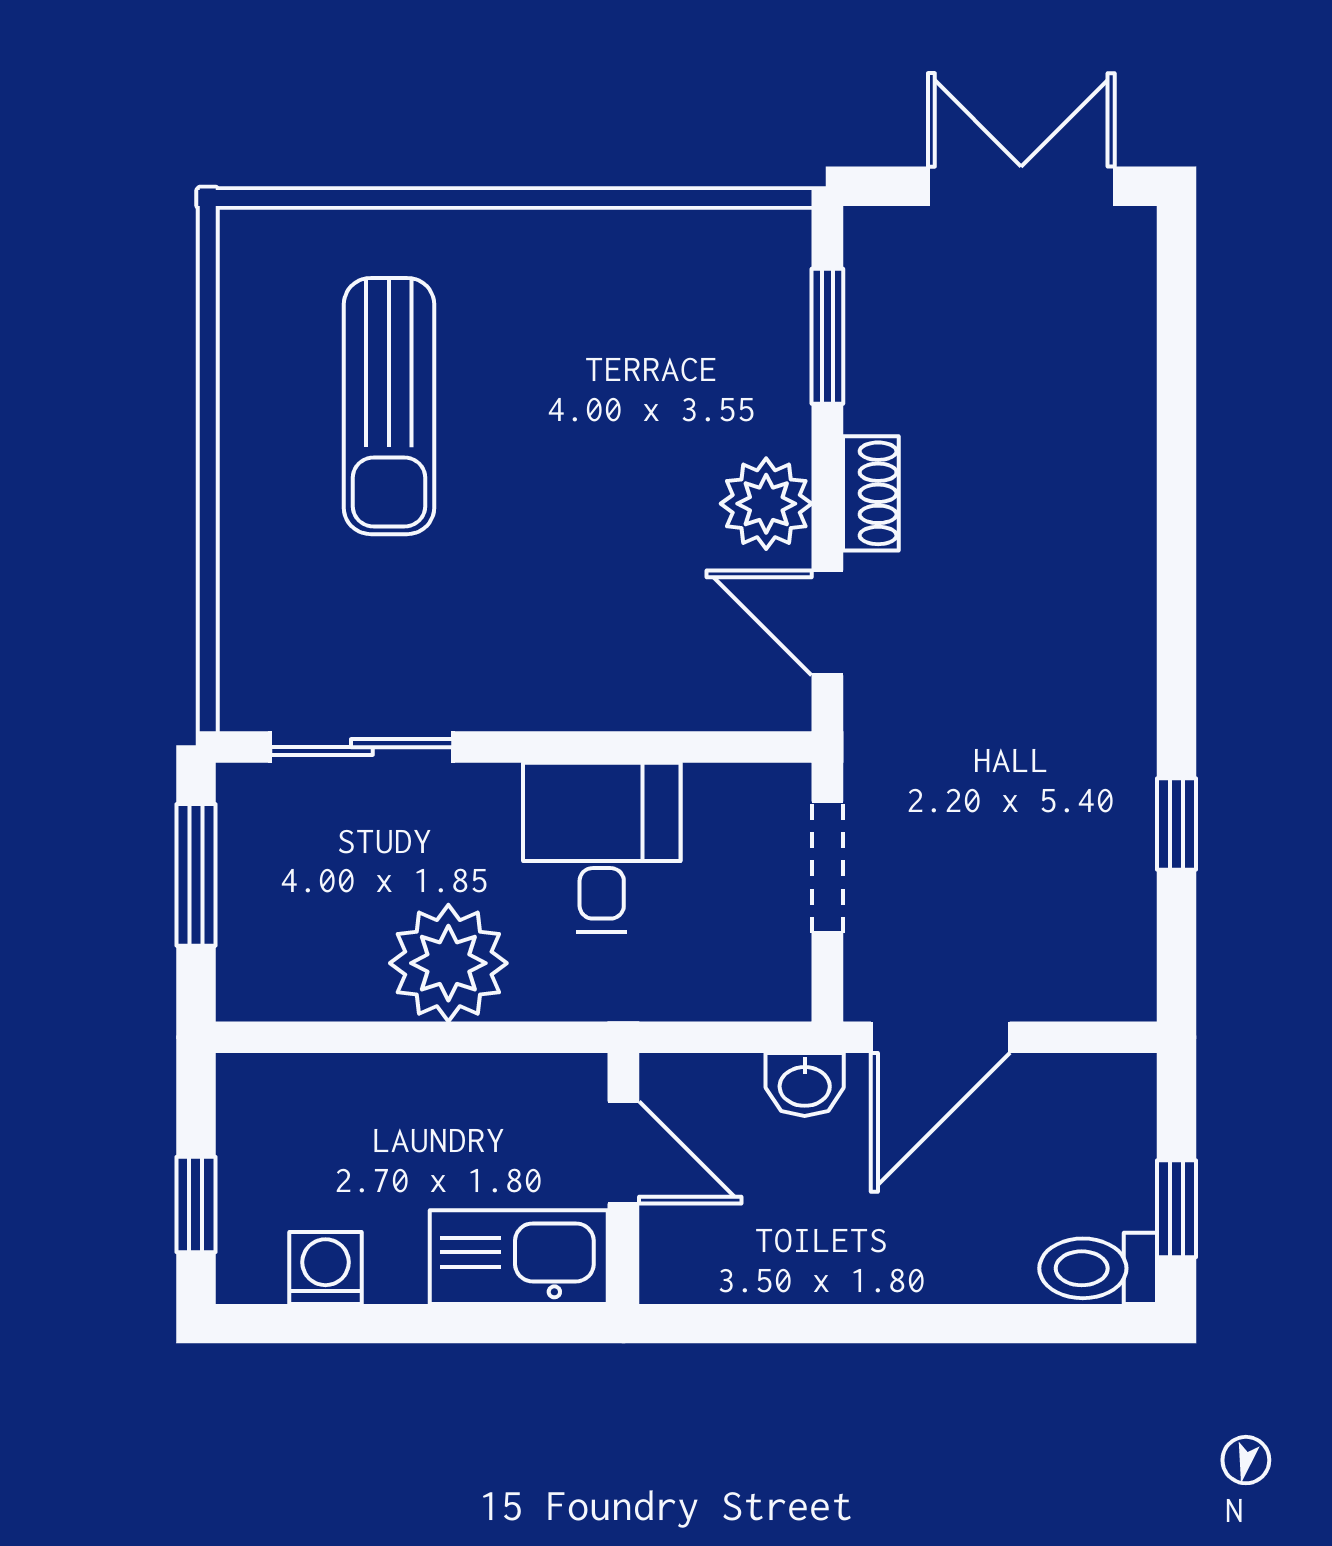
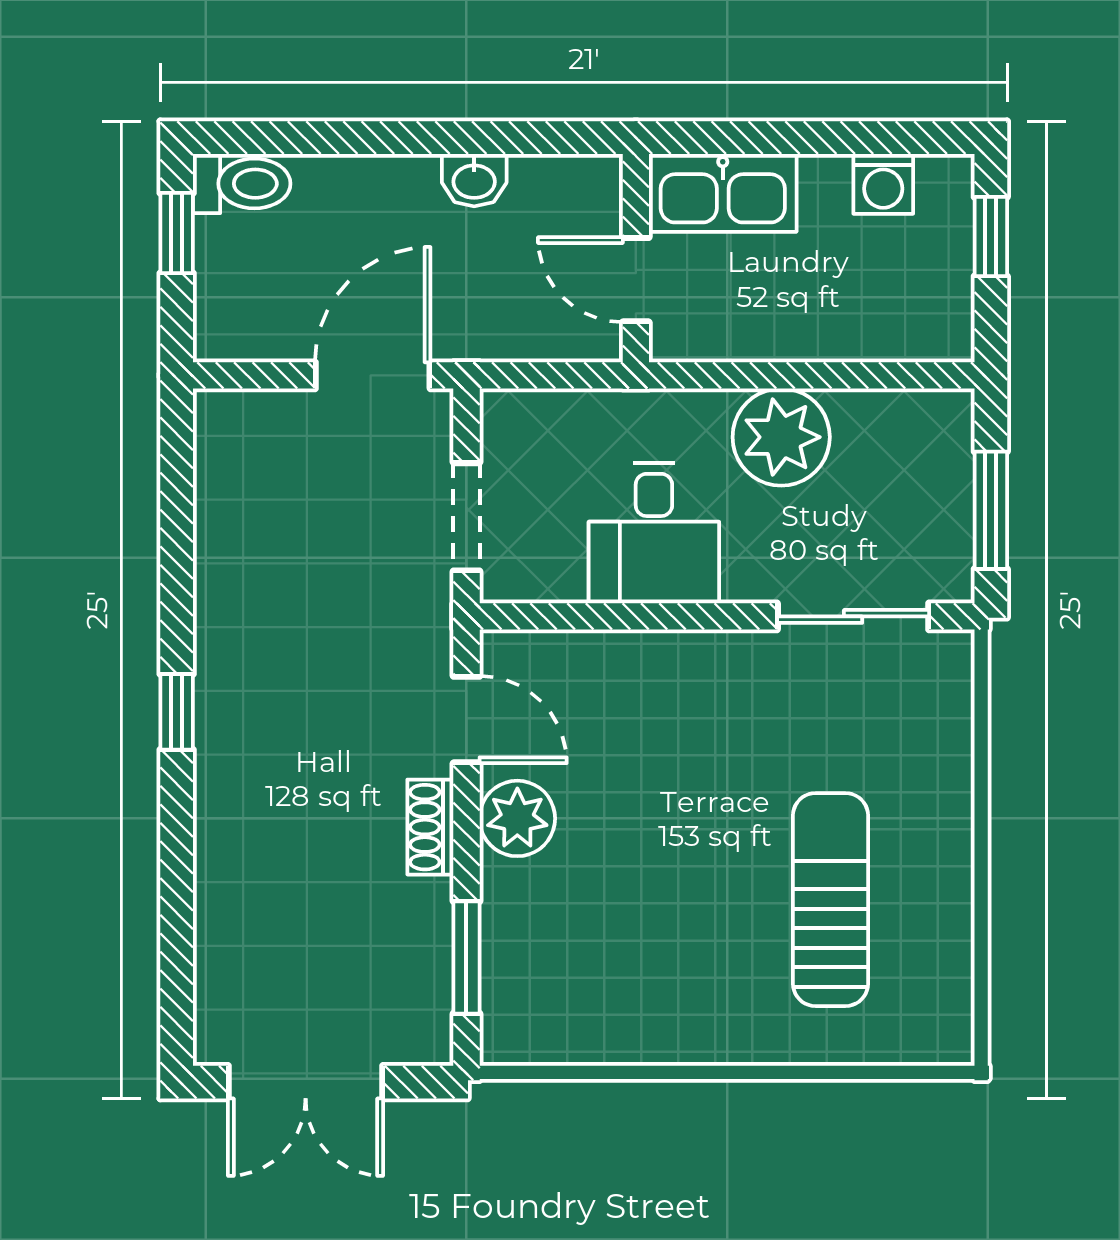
window: (1176, 824) -> (177, 712), moved
washbasin: (805, 1085) -> (474, 180), moved, turned 180

